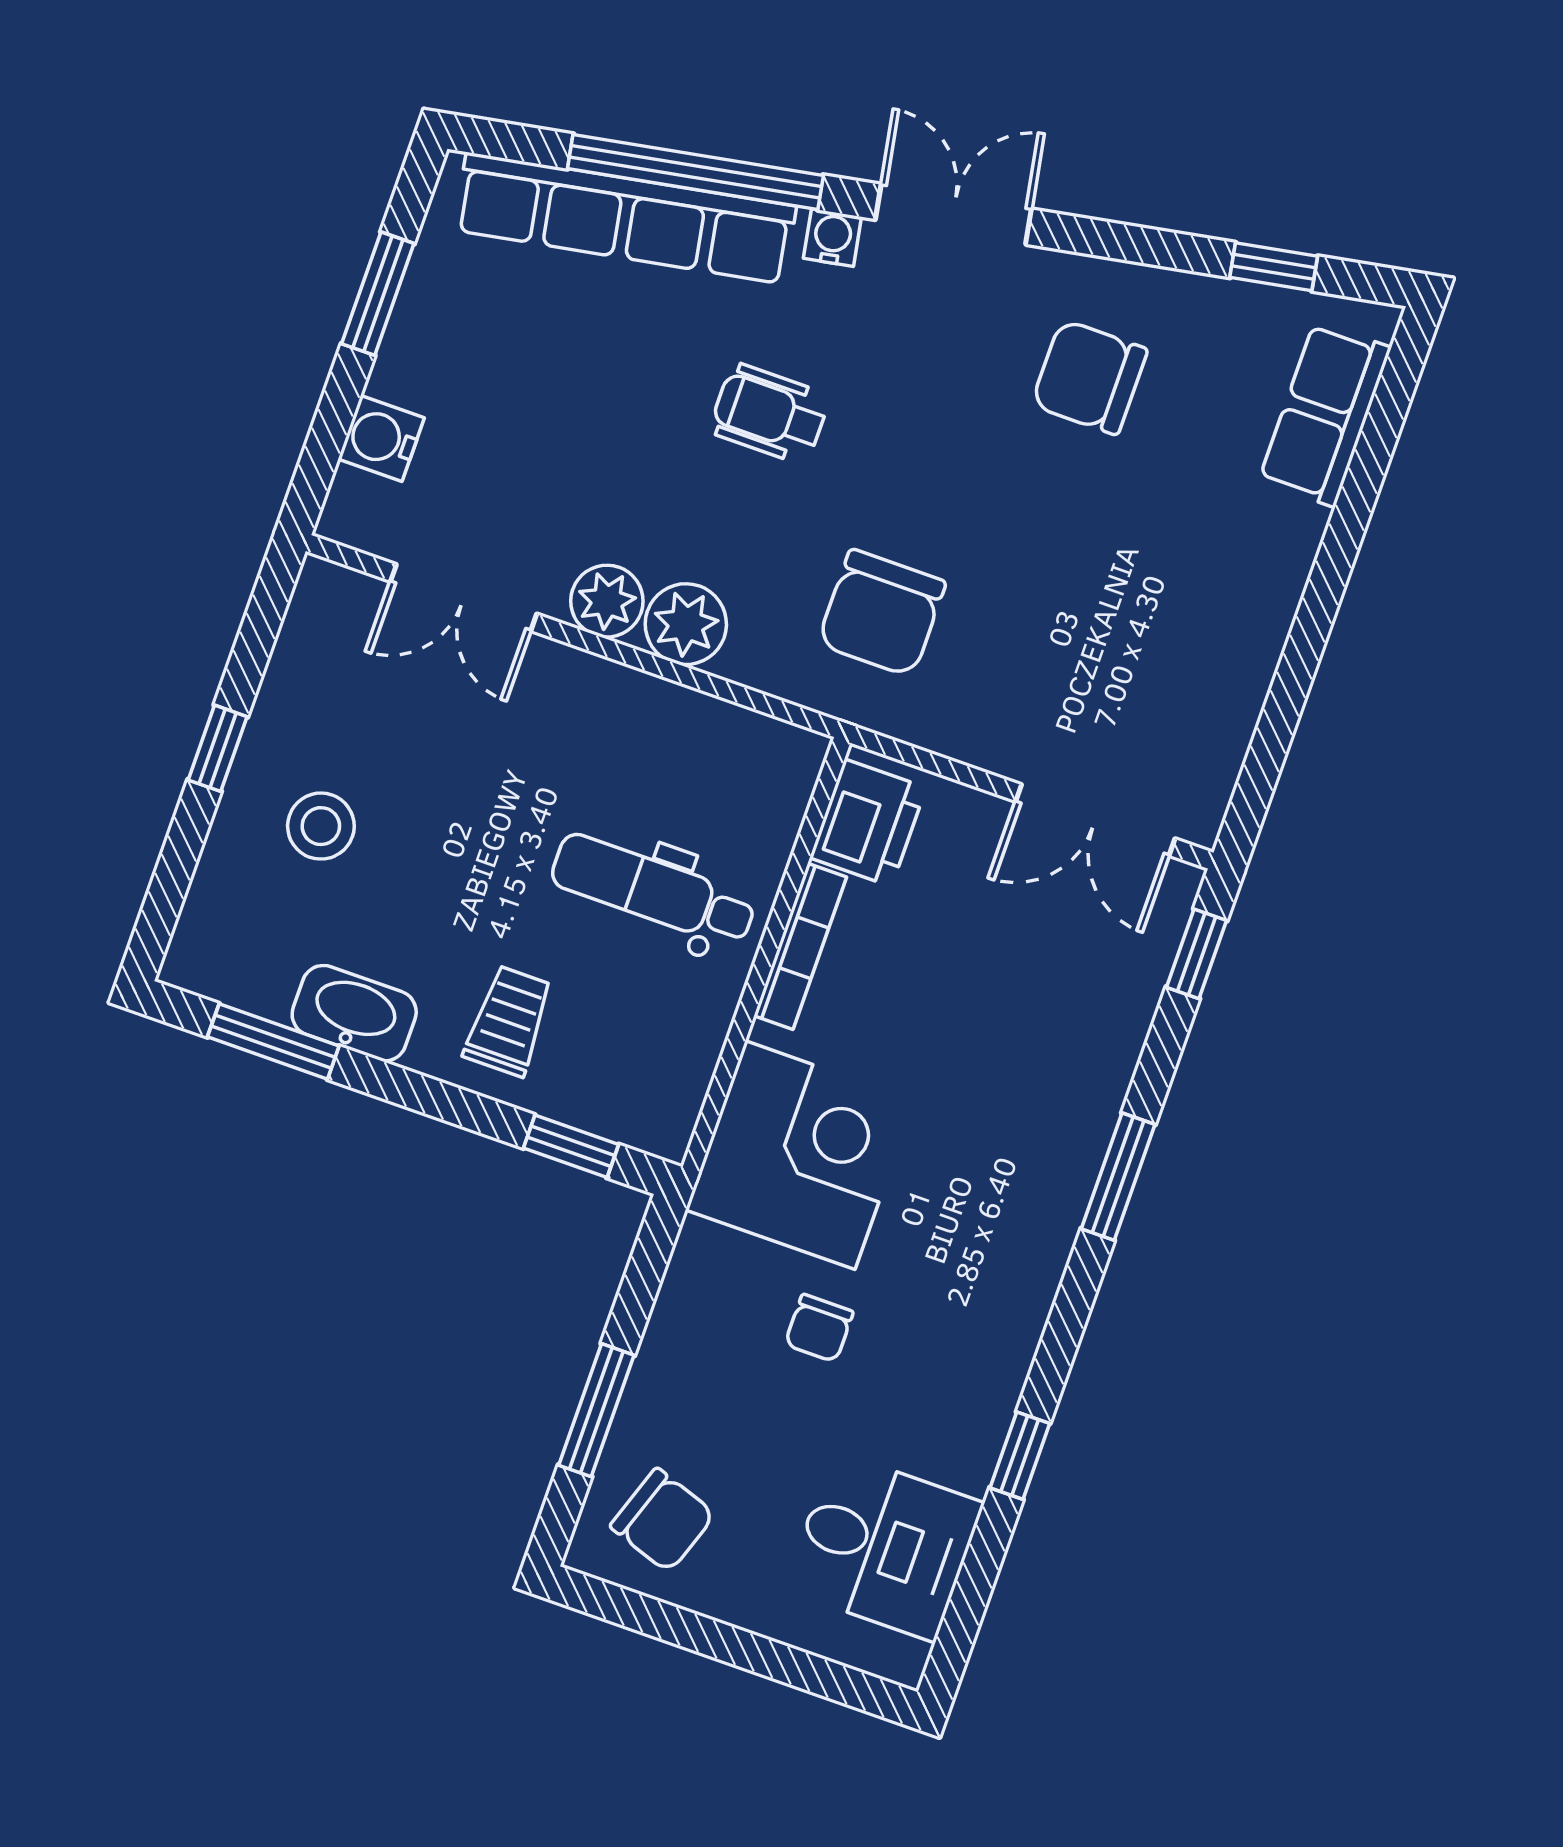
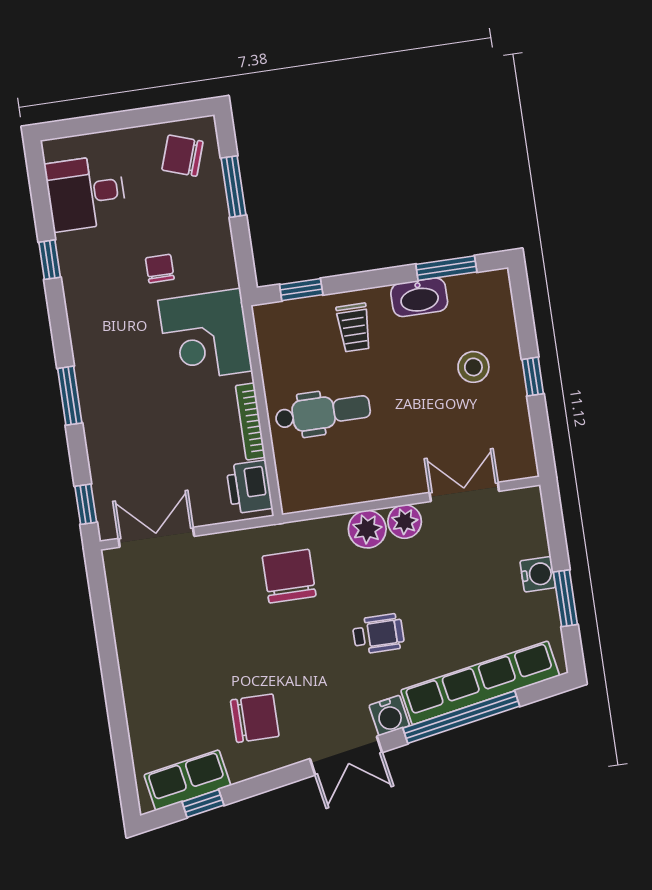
water cooler: (832, 238) -> (389, 716), width x1.38, depth x1.38
row of seats: (1325, 414) -> (187, 780), moved, turned -100
water cooler: (381, 438) -> (538, 574), moved

